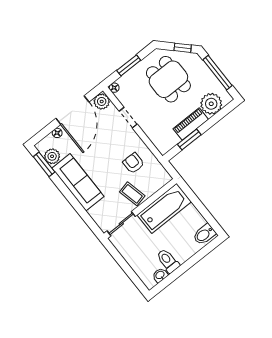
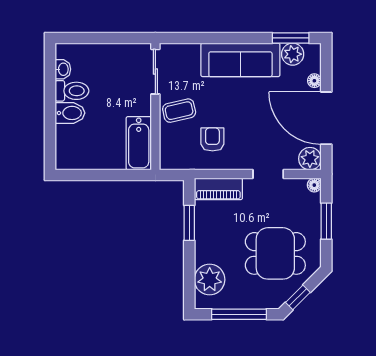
piano: (191, 124) -> (218, 189), moved, turned 90
armchair: (133, 163) -> (212, 139), turned -90
bathtub: (164, 208) -> (139, 143), width x0.73, depth x0.73
bidet: (204, 234) -> (70, 113), moved, turned 90

